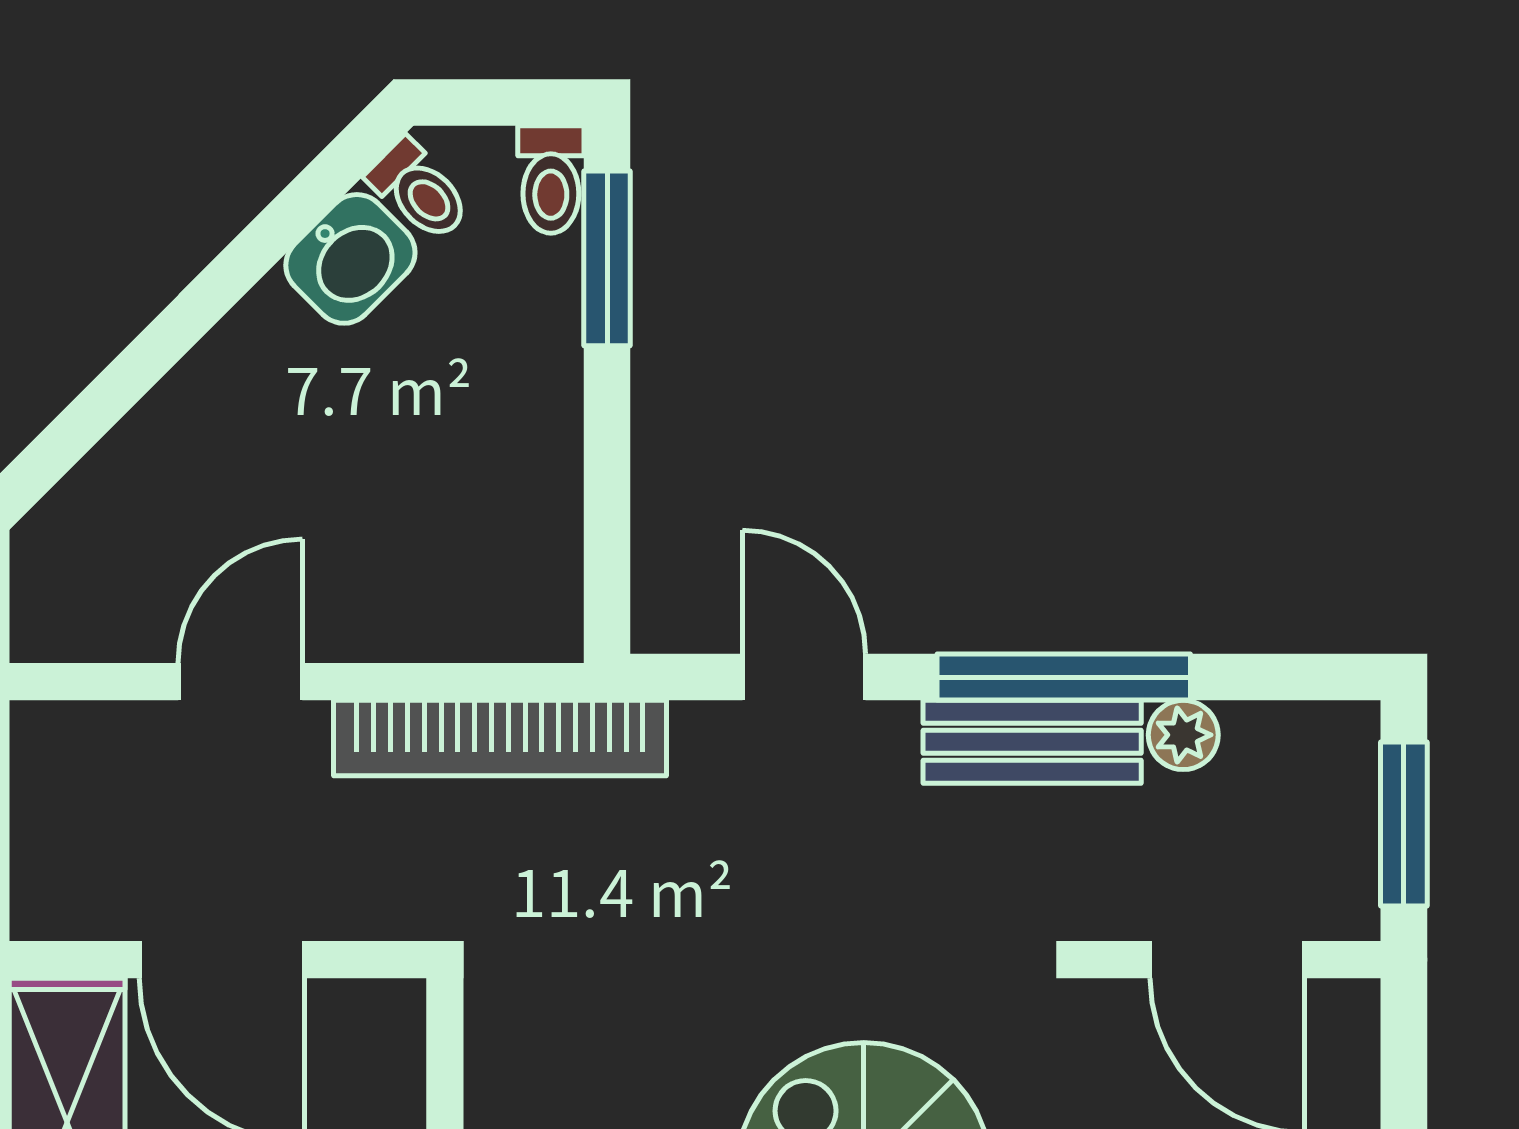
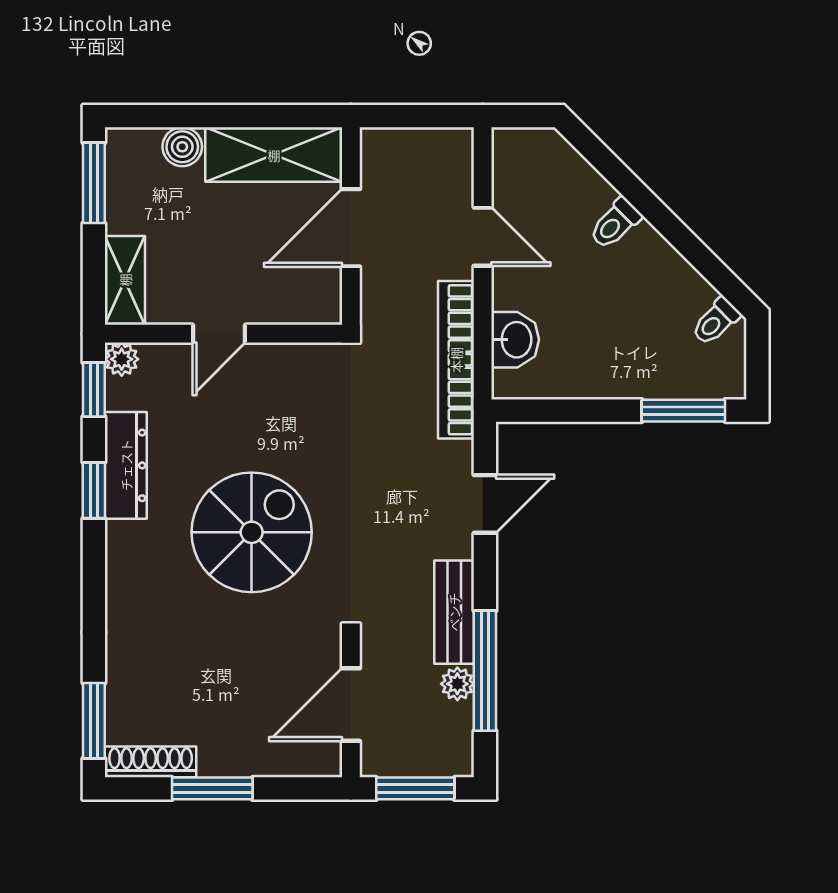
toilet: (551, 180) -> (615, 223), moved, turned -45
washbasin: (350, 259) -> (515, 340), moved, turned -135
window: (1064, 677) -> (485, 671), moved

